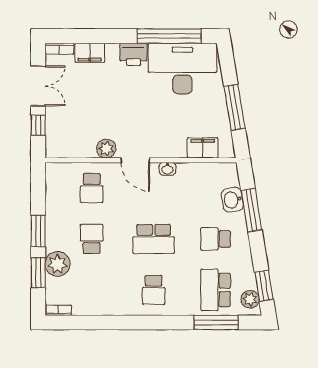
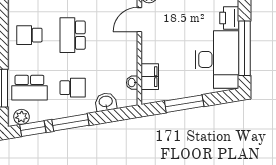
washbasin: (167, 169) -> (132, 83), moved
window: (251, 210) -> (70, 122), moved
school desk: (216, 239) -> (73, 88), turned 90
school desk: (216, 290) -> (29, 88), turned 180

